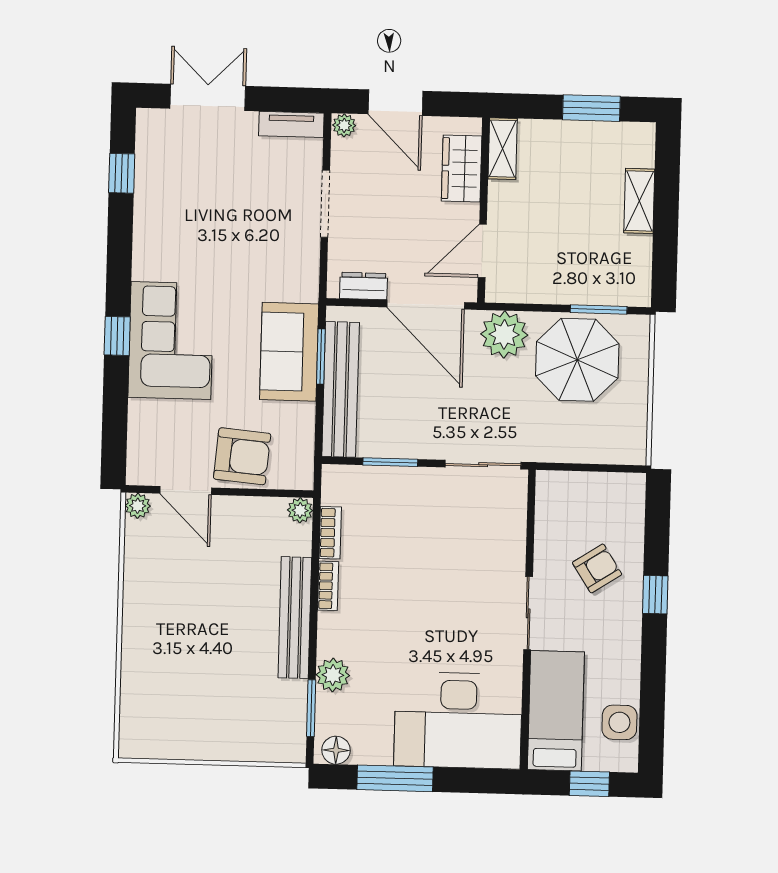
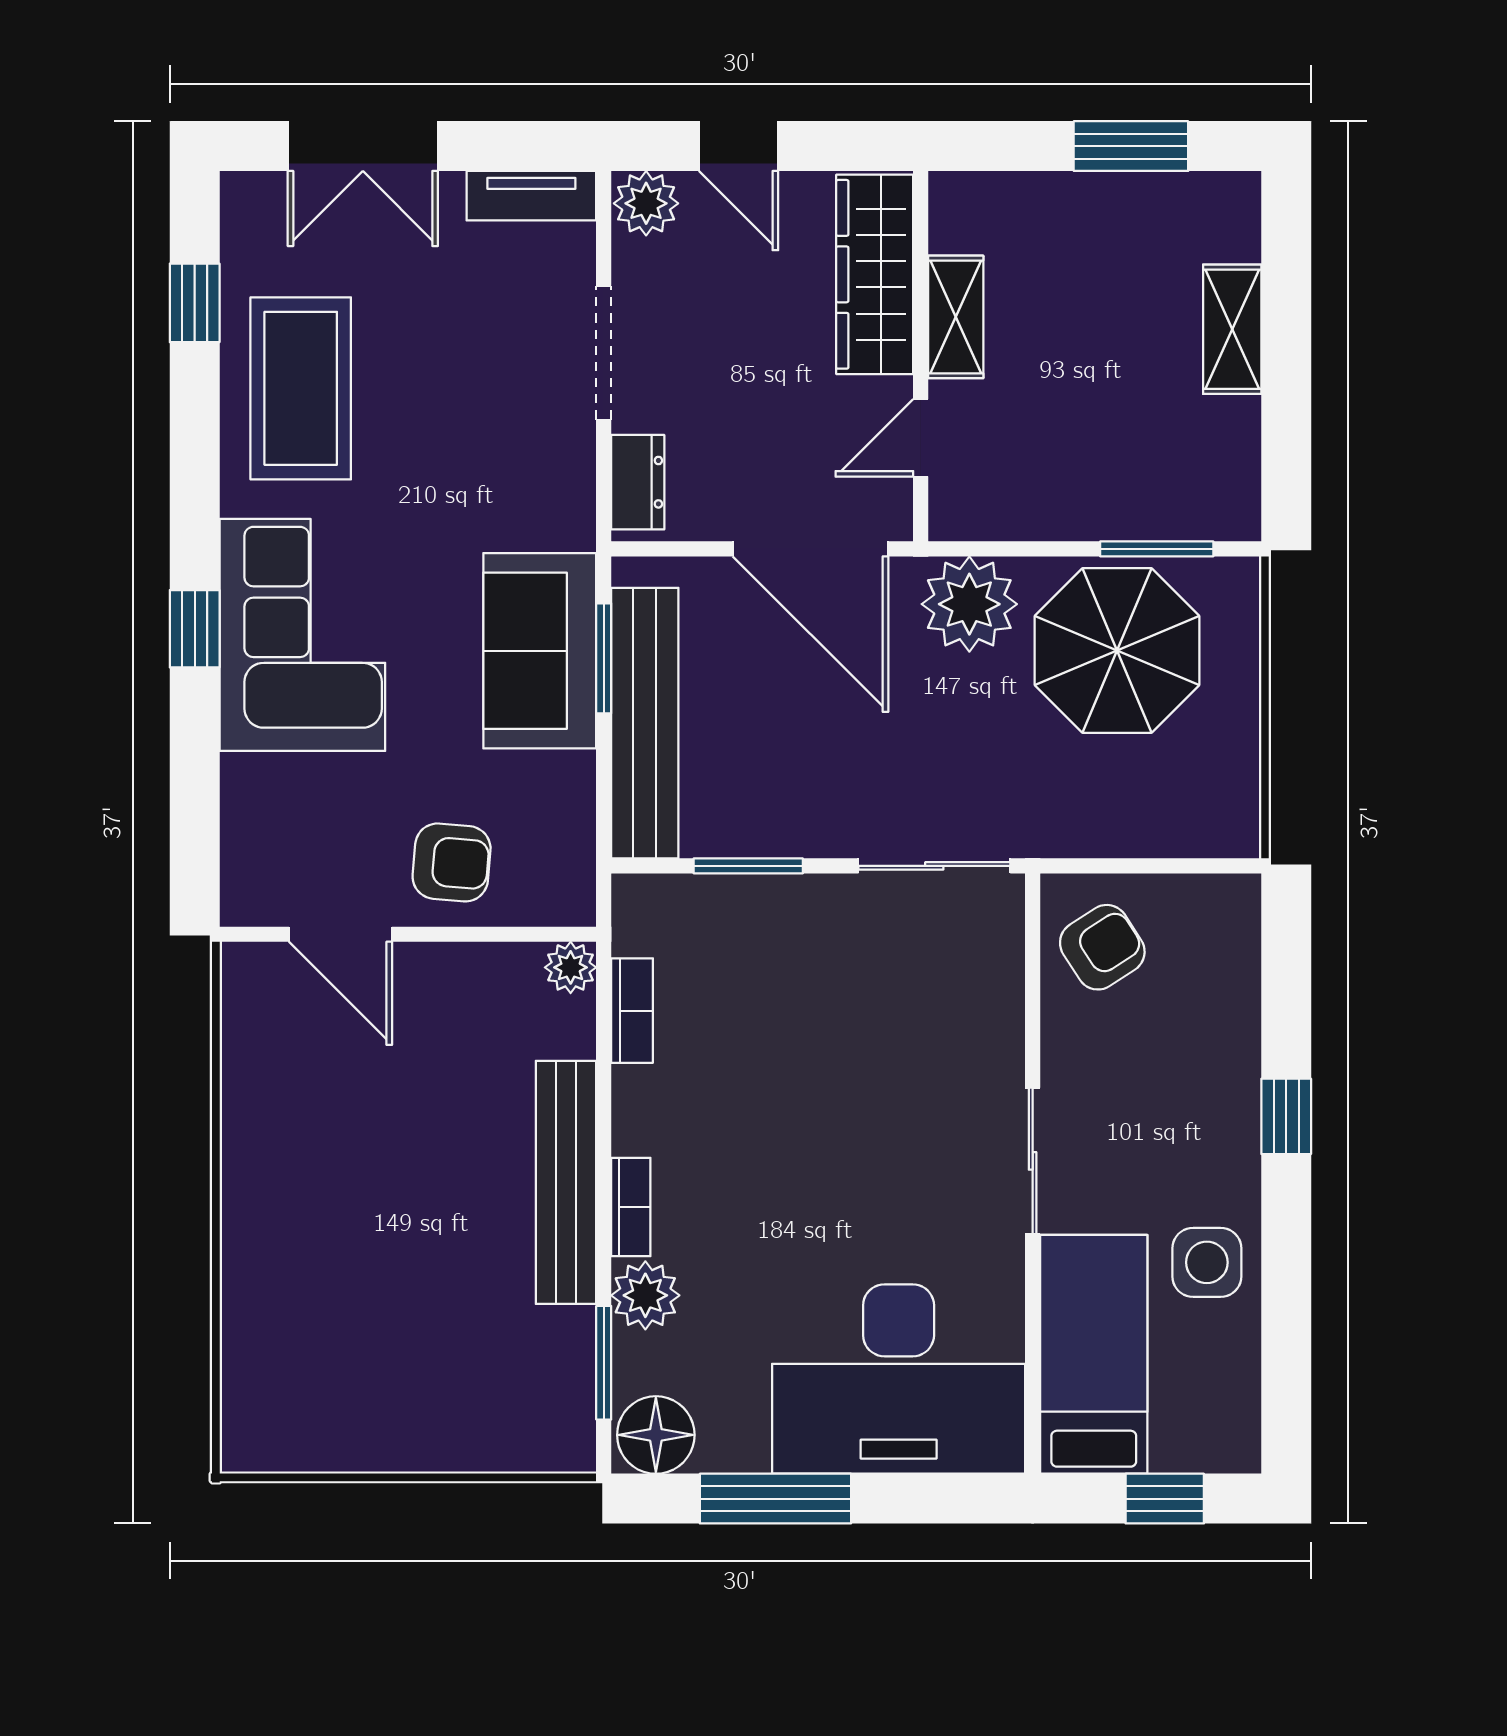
double door: (208, 97) -> (363, 146), swing flipped
door: (395, 103) -> (739, 146), width x0.73
plant: (344, 125) -> (646, 203), width x1.38, depth x1.38
shelving: (503, 149) -> (956, 317), moved
wardrobe: (462, 169) -> (875, 274), width x1.50
coffee table: (173, 217) -> (301, 388), added
door: (482, 251) -> (921, 438), width x0.73
dresser: (364, 286) -> (638, 482), moved, turned 90
armchair: (242, 456) -> (452, 862), width x0.72, depth x0.72
plant: (138, 506) -> (245, 967), removed
armchair: (597, 568) -> (1102, 947), moved
bookcase: (328, 586) -> (631, 1207), moved
side table: (619, 722) -> (1207, 1262), moved
floor lamp: (336, 750) -> (656, 1435), width x1.38, depth x1.38

